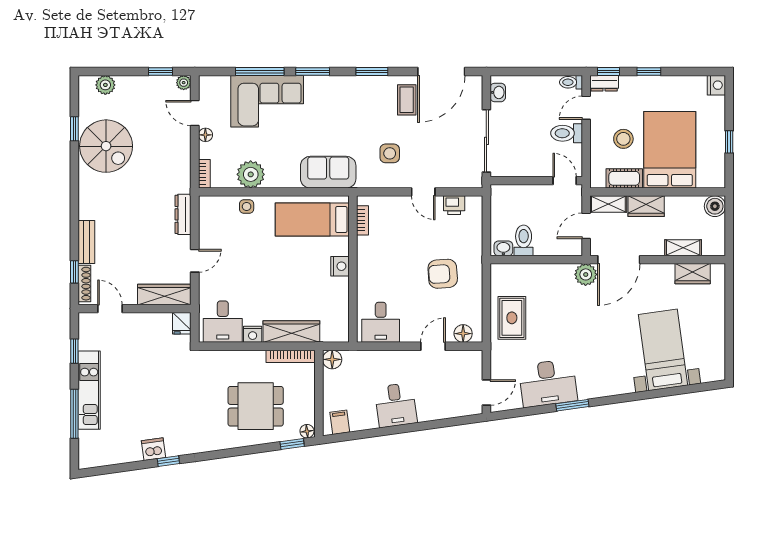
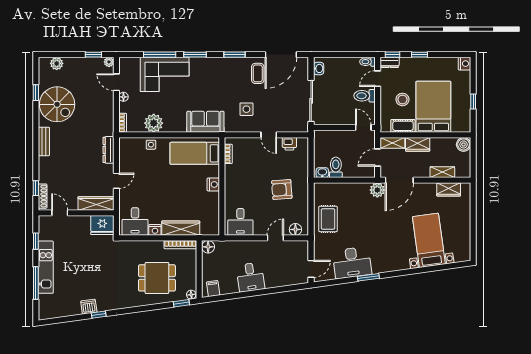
bench: (86, 242) -> (44, 141), moved
fridge: (182, 323) -> (102, 225), width x1.88, depth x1.34

